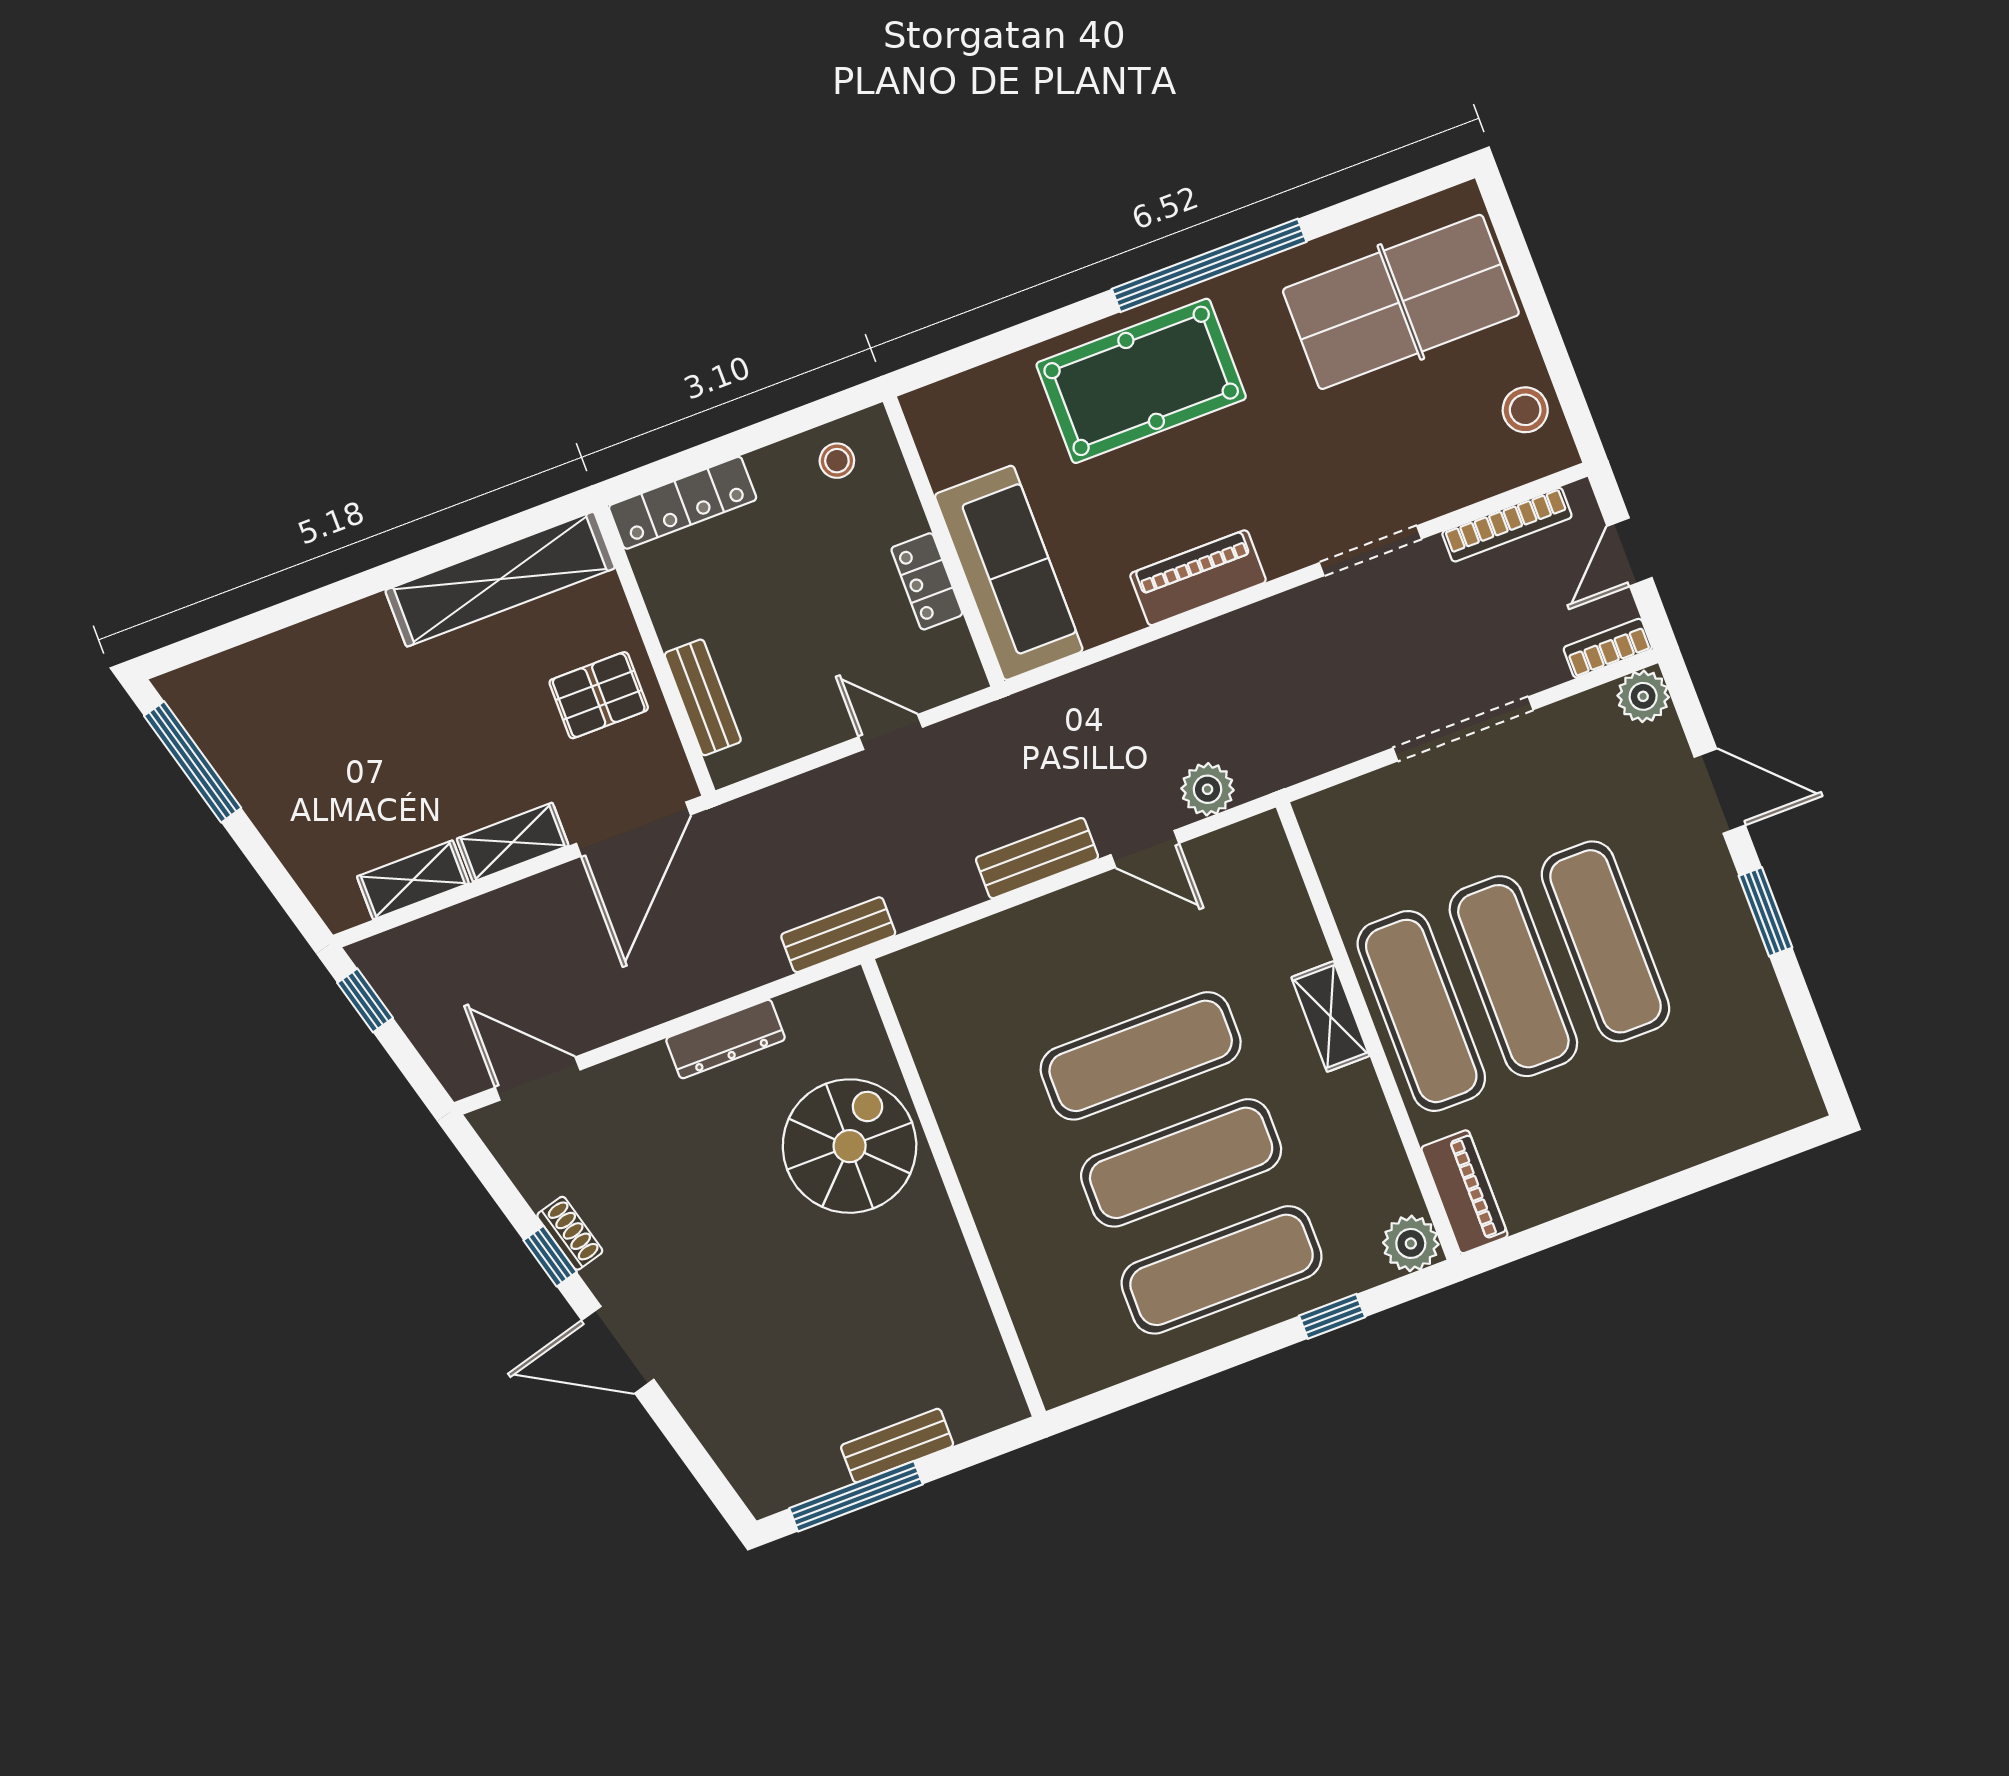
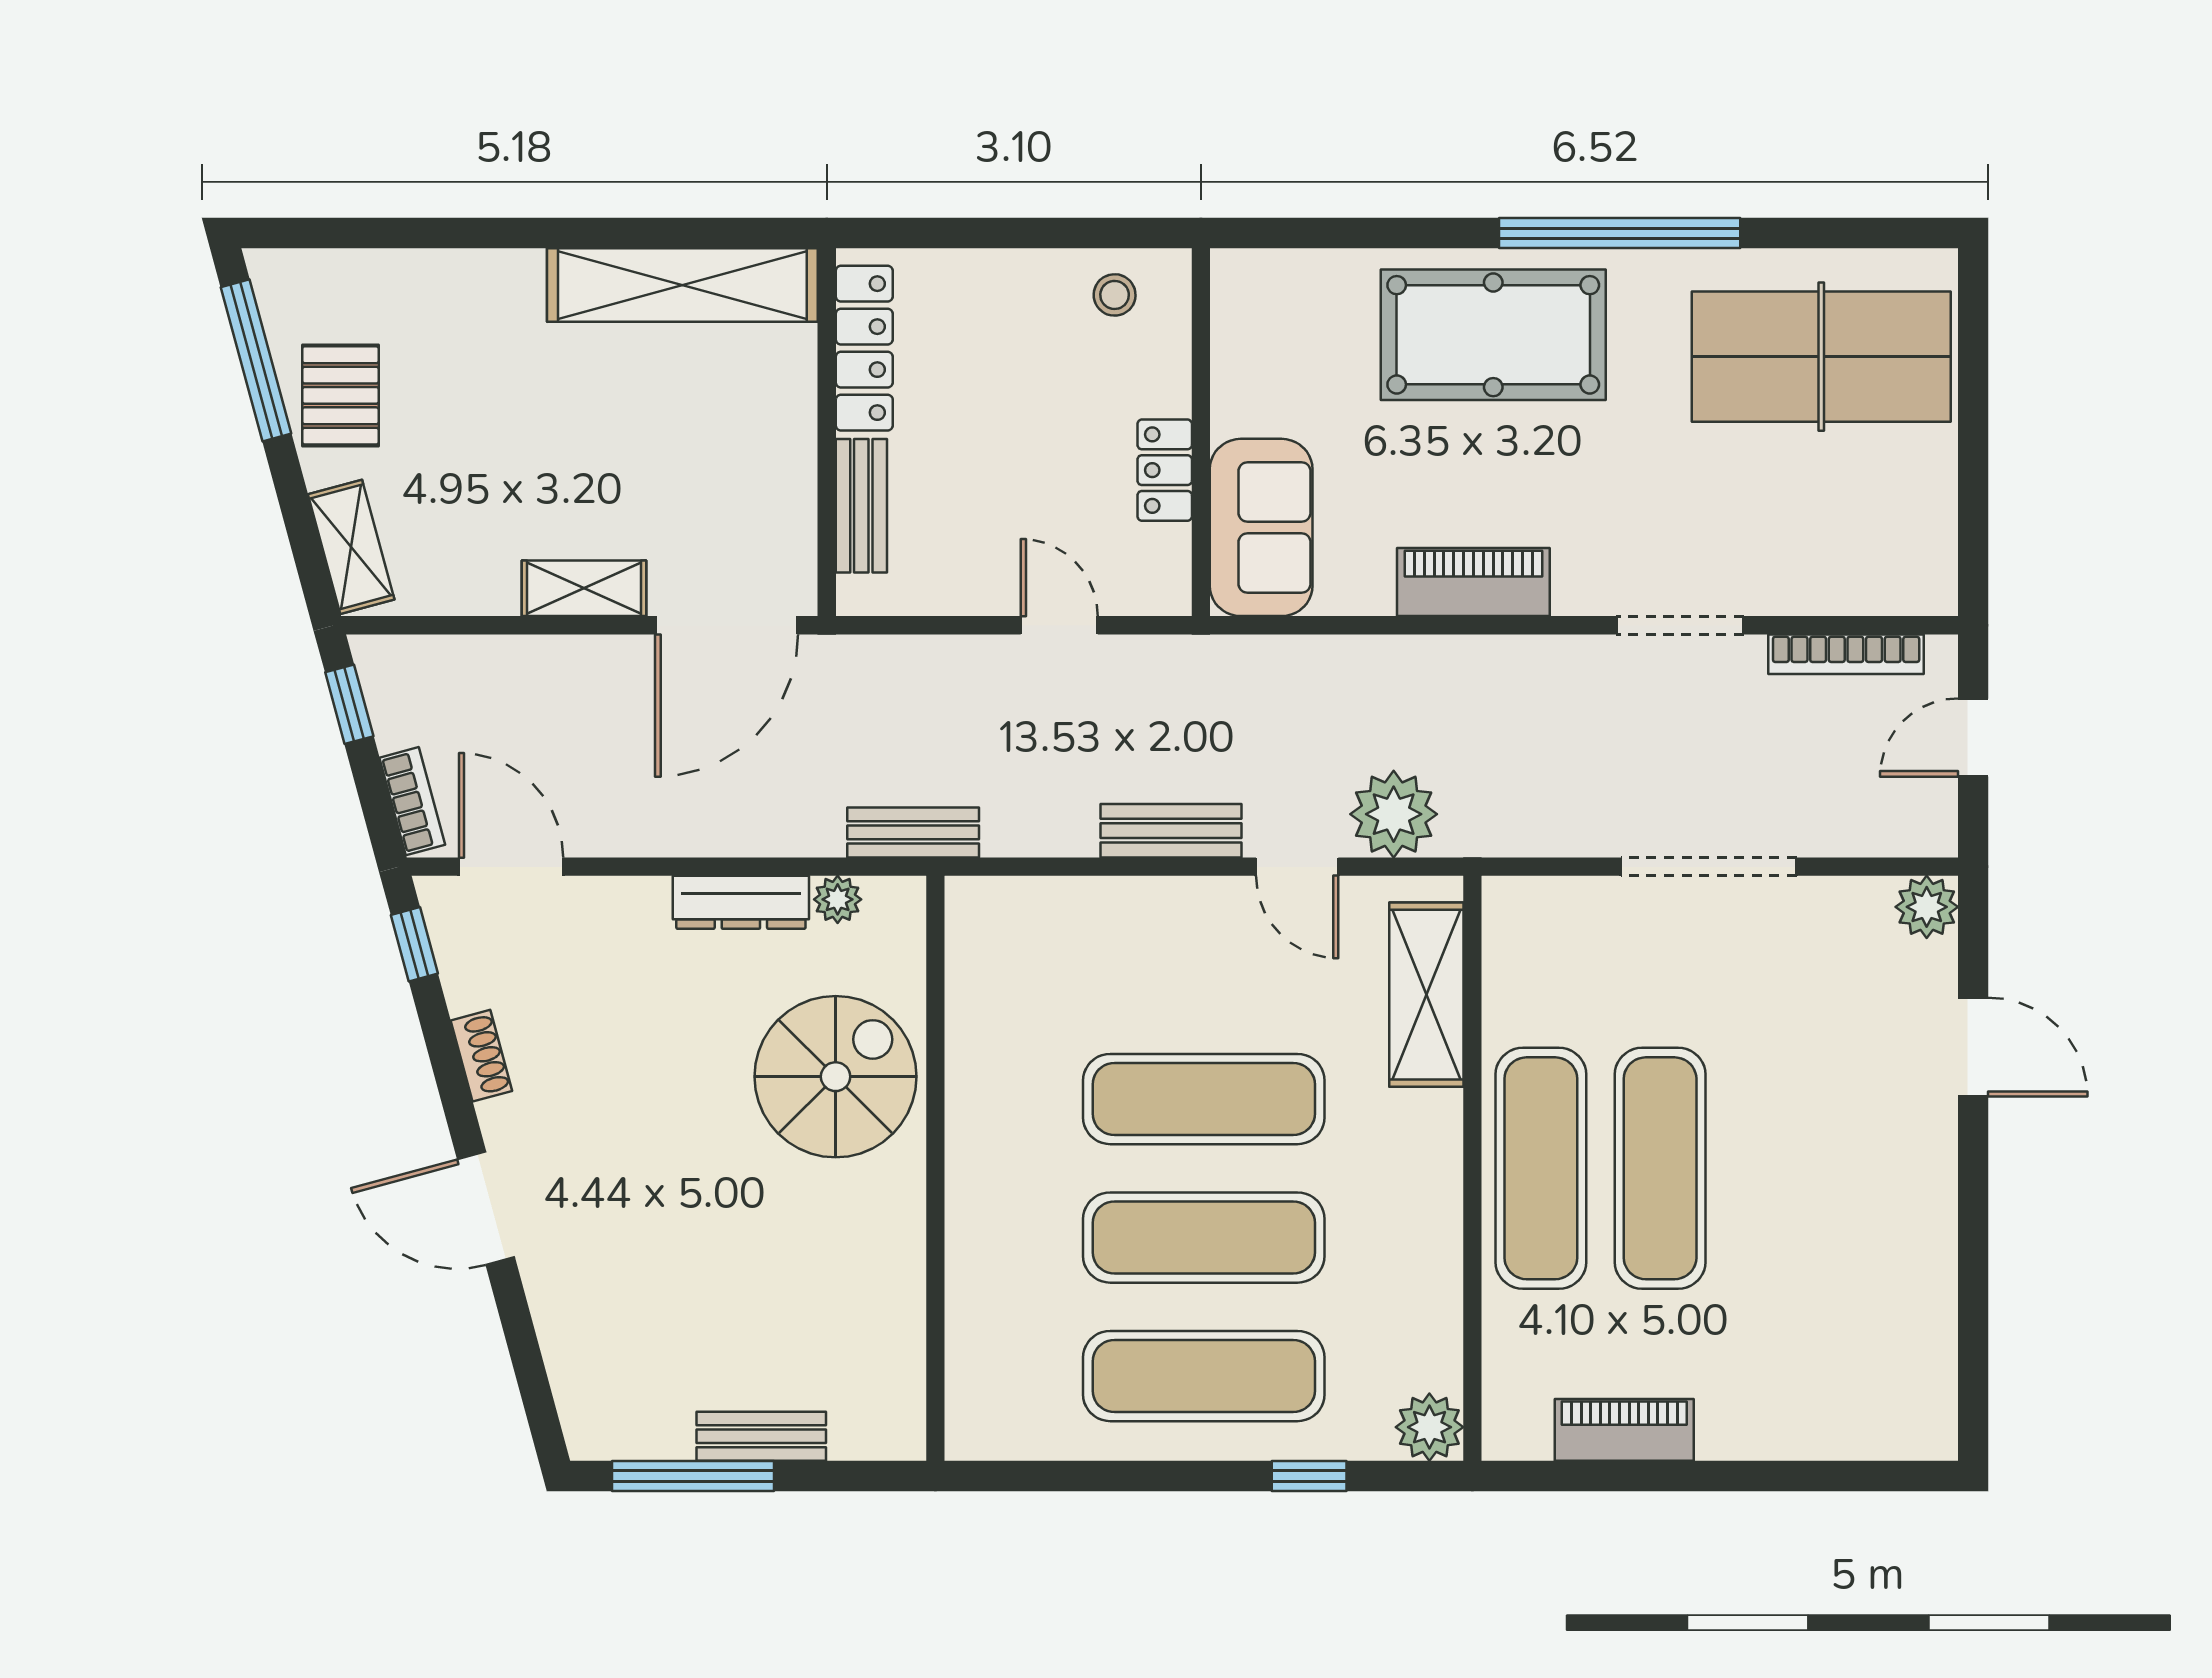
stool: (1525, 410) -> (1916, 532), removed
locker: (683, 503) -> (864, 348), moved, turned -90
sofa: (1009, 573) -> (1261, 527), width x0.73
bookcase: (1608, 648) -> (412, 801), moved, turned 75
pallet: (599, 695) -> (340, 395), moved, turned 90
plant: (1207, 789) -> (1394, 814), width x1.36, depth x1.36
shelving: (413, 880) -> (351, 547), moved, turned 75
window: (1765, 912) -> (1973, 1203), removed
exercise mat: (1605, 941) -> (1779, 1168), removed
plant: (799, 1009) -> (838, 899), added
shelving: (1330, 1017) -> (1426, 995), moved, width x1.50, depth x1.33
piano: (1464, 1192) -> (1624, 1430), moved, turned -90
window: (550, 1256) -> (414, 944), moved

